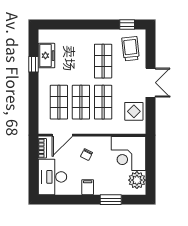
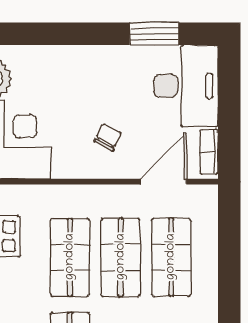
filing cabinet: (88, 187) -> (105, 62), removed
window: (111, 200) -> (154, 34), moved

